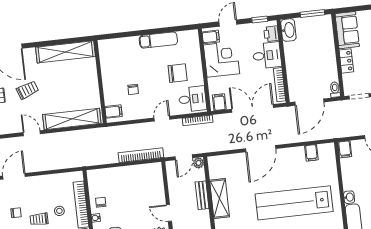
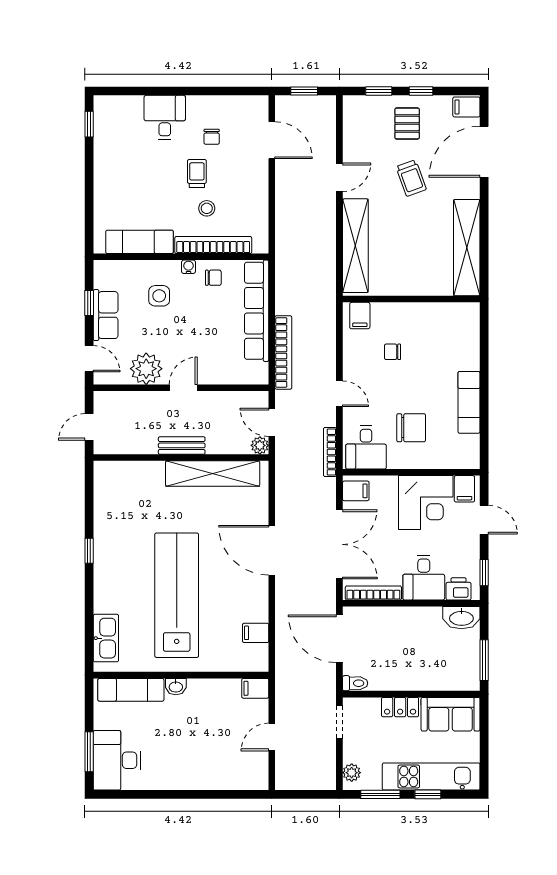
chair: (178, 73) -> (411, 428), turned -90
row of seats: (118, 174) -> (257, 311), added
bench: (202, 195) -> (182, 445), moved
shelving: (219, 198) -> (213, 473), width x1.47

